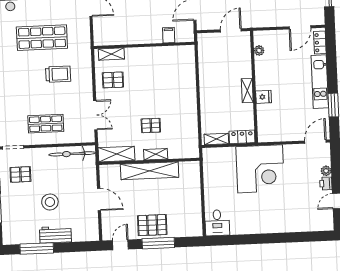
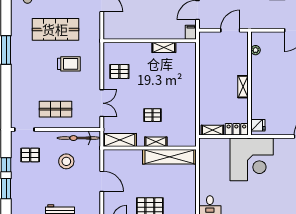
filing cabinet: (169, 35) -> (191, 32), moved
shelving: (111, 54) -> (164, 47), moved
fridge: (264, 97) -> (258, 125), moved
shelving: (150, 171) -> (169, 157), moved
stool: (50, 202) -> (66, 161), moved

